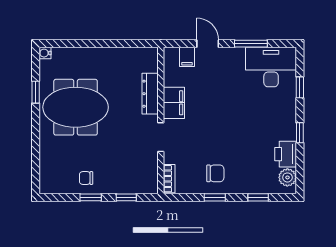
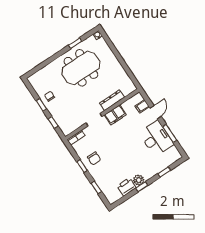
desk: (271, 67) -> (156, 138), moved
meeting table: (76, 107) -> (81, 68), turned 90
plant: (287, 177) -> (139, 180), moved

